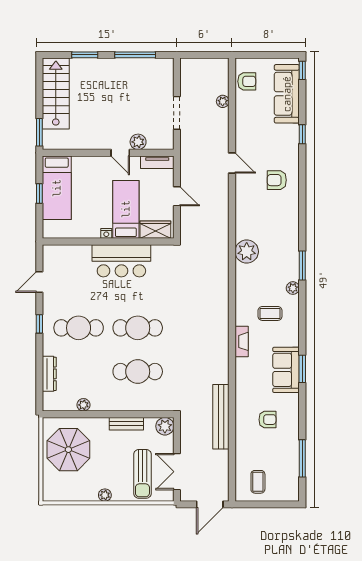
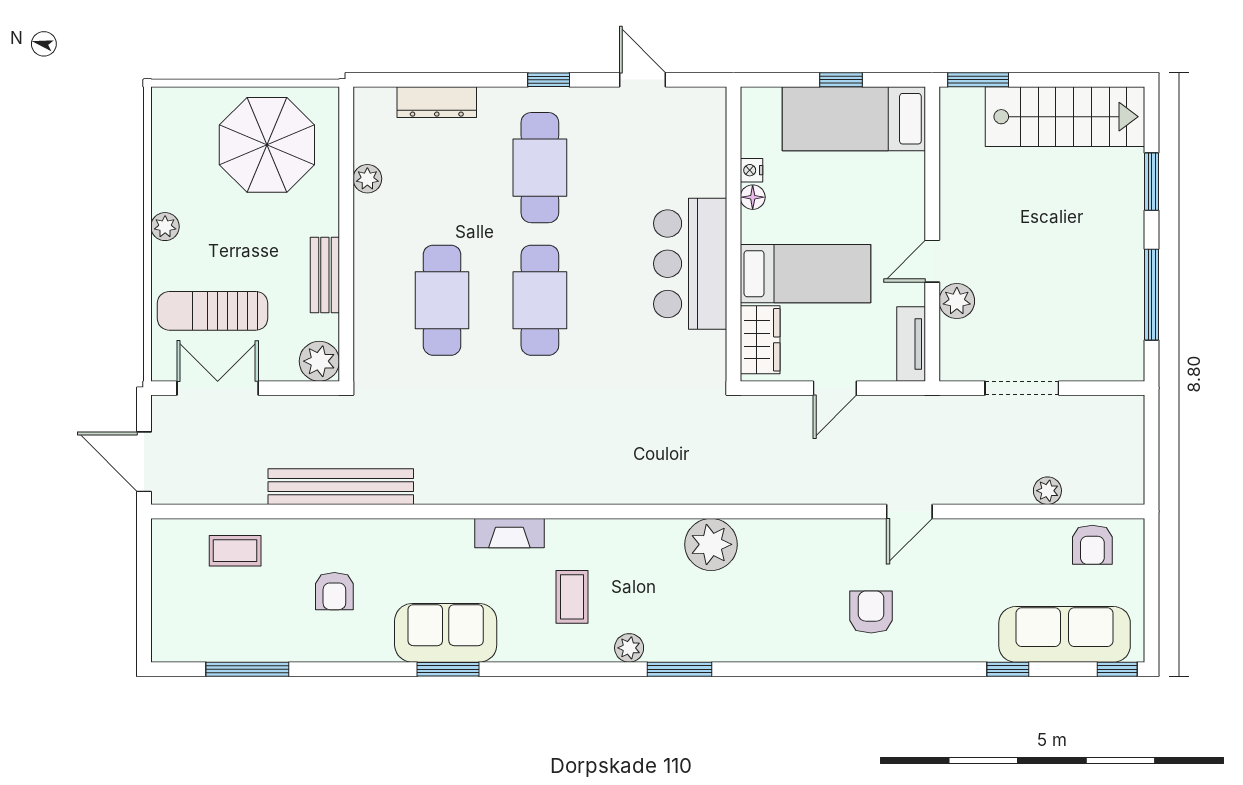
window: (302, 134) -> (1008, 669), moved
floor lamp: (92, 233) -> (753, 197), added
nightstand: (106, 233) -> (752, 170), moved
coffee table: (258, 482) -> (235, 551), moved

